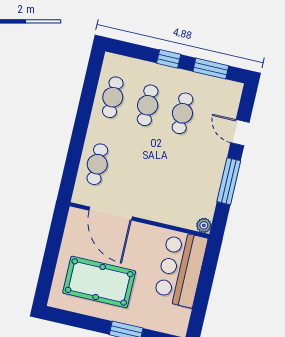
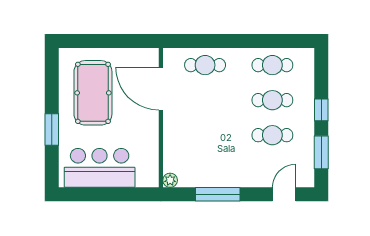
door: (240, 133) -> (284, 194), moved
door: (111, 214) -> (161, 89), hinge flipped
bar counter: (181, 269) -> (100, 168), moved

